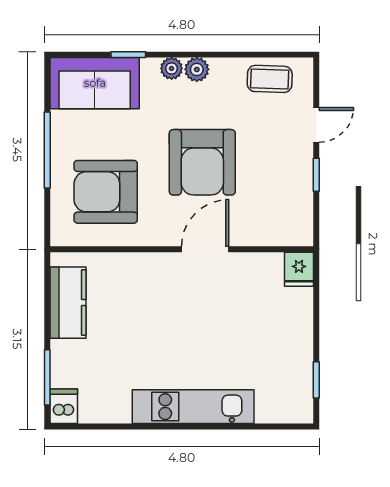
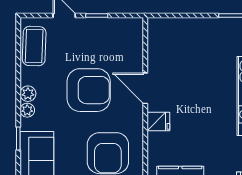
coffee table: (270, 79) -> (34, 46), width x1.36, depth x1.30
fridge: (299, 269) -> (158, 121), moved

